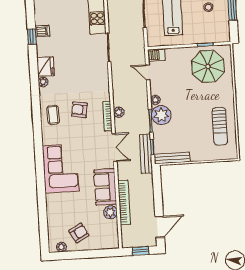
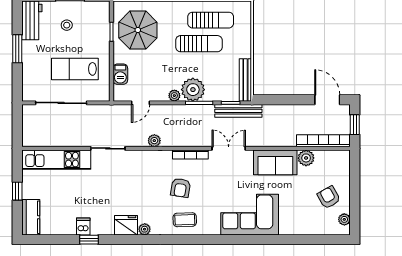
barbecue: (156, 55) -> (120, 74), moved
plant: (119, 112) -> (154, 141), moved
sun lounger: (200, 118) -> (199, 44), added
bookcase: (124, 202) -> (323, 141), moved

